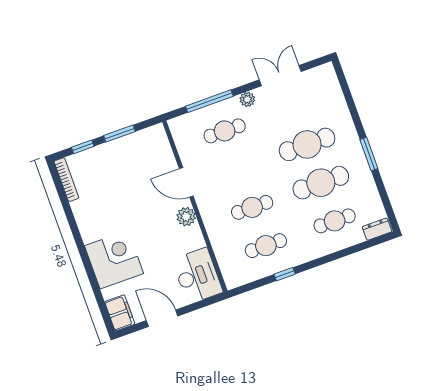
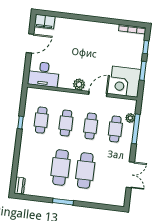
plant: (247, 99) -> (130, 118), moved
cafe table: (335, 221) -> (91, 126), moved
corner desk: (114, 260) -> (125, 82), moved, turned 90

